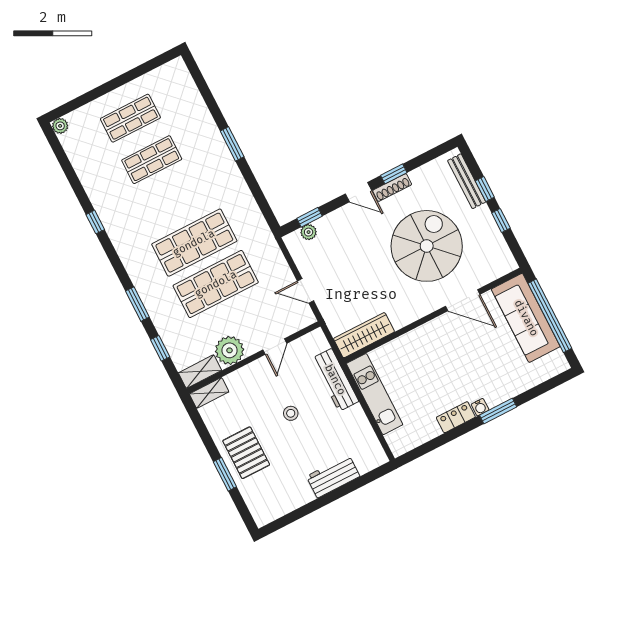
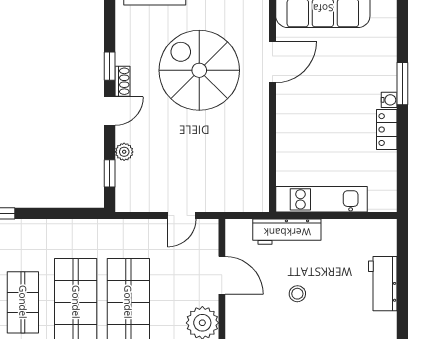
shoe rack: (392, 188) -> (123, 81), width x0.70
shop shelf: (173, 201) -> (23, 302), added
plant: (309, 232) -> (124, 152), moved
wardrobe: (364, 335) -> (257, 180), removed
door: (275, 347) -> (222, 275), width x1.38

